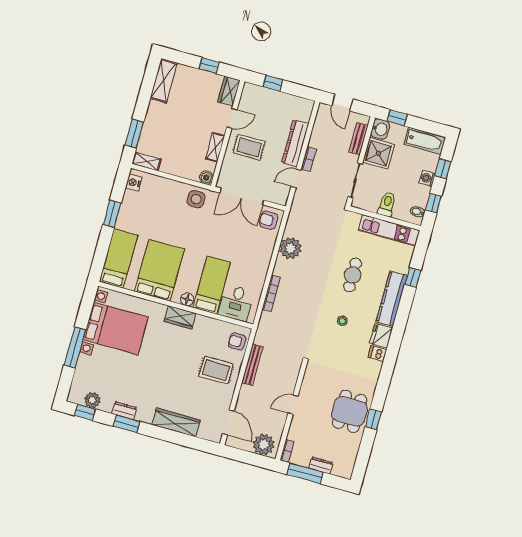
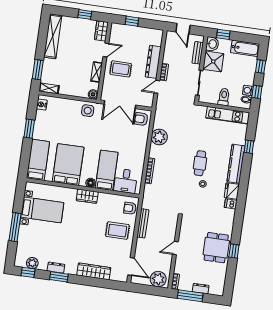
shelving: (164, 81) -> (53, 36), width x1.47
washing machine: (427, 178) -> (248, 90), moved
cafe table: (353, 275) -> (200, 163), moved
bed with nightstands: (116, 328) -> (42, 210), width x0.73

